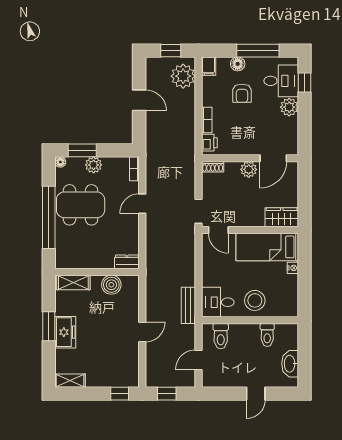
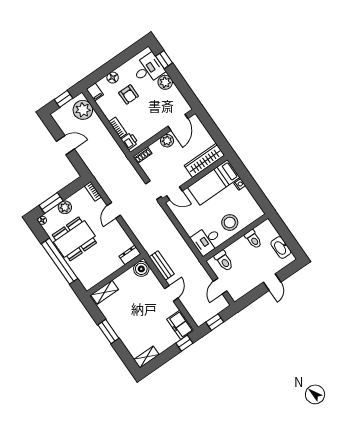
window: (258, 51) -> (120, 60), removed
wardrobe: (282, 217) -> (204, 160), width x1.50
boiler: (111, 285) -> (141, 269), moved
bench: (188, 305) -> (162, 265), moved
freezer: (65, 332) -> (180, 325), moved, turned 180

